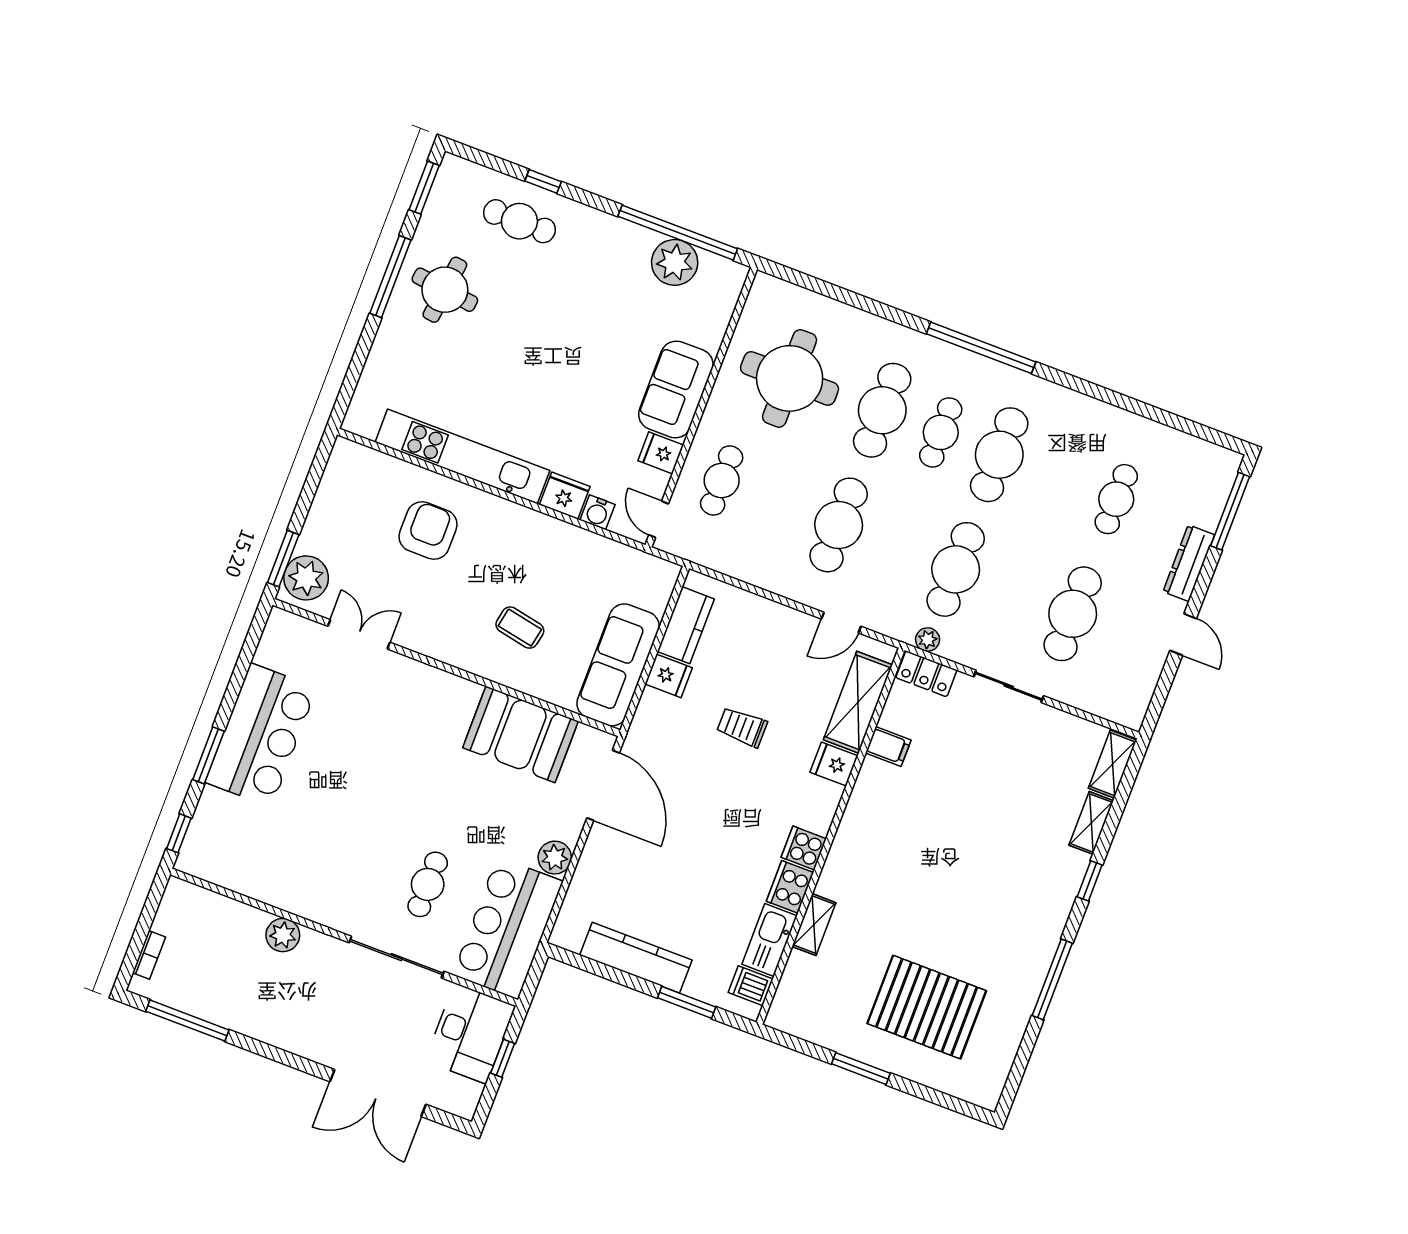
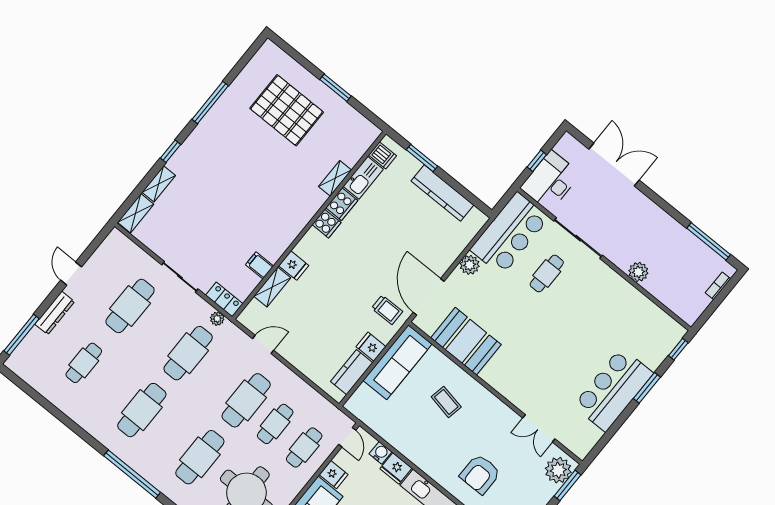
cafe table: (941, 432) -> (275, 424), moved
shelving: (858, 702) -> (272, 287), width x0.67, depth x0.75
trolley: (742, 727) -> (387, 310), moved

